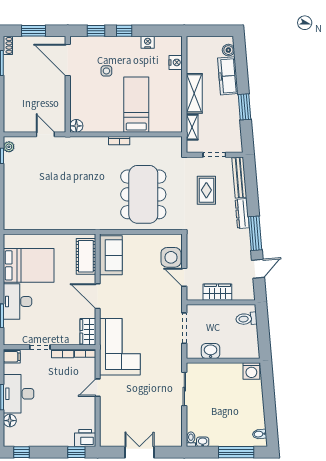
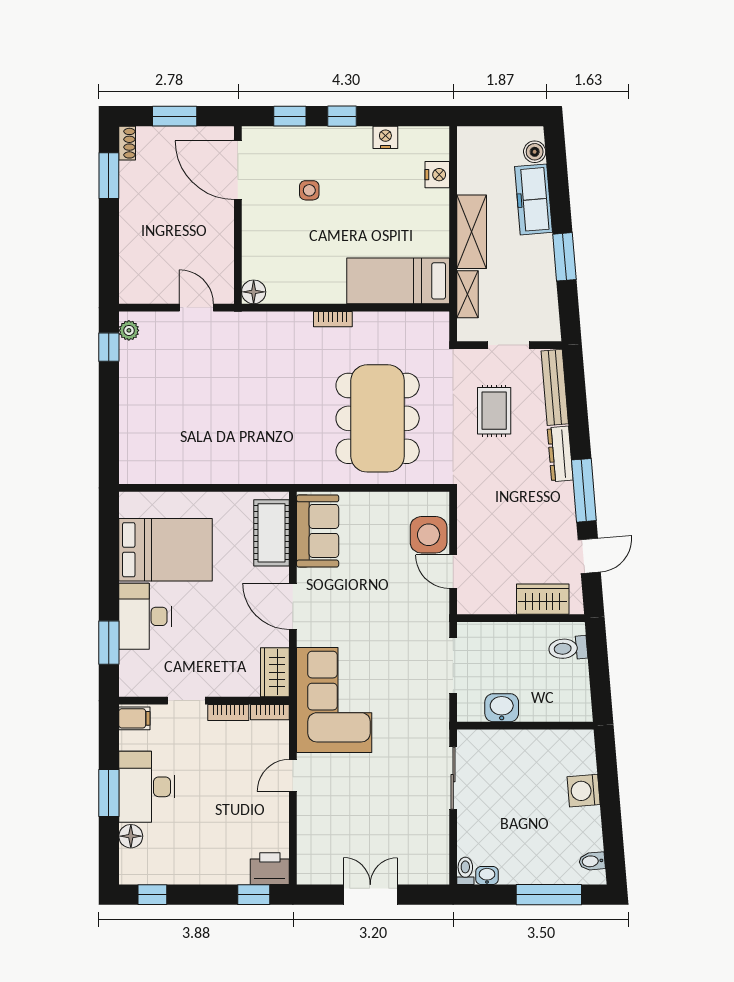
bed: (136, 105) -> (398, 281), moved, turned -90
wardrobe: (217, 292) -> (543, 599), moved
washing machine: (251, 371) -> (584, 791), moved, turned 85

